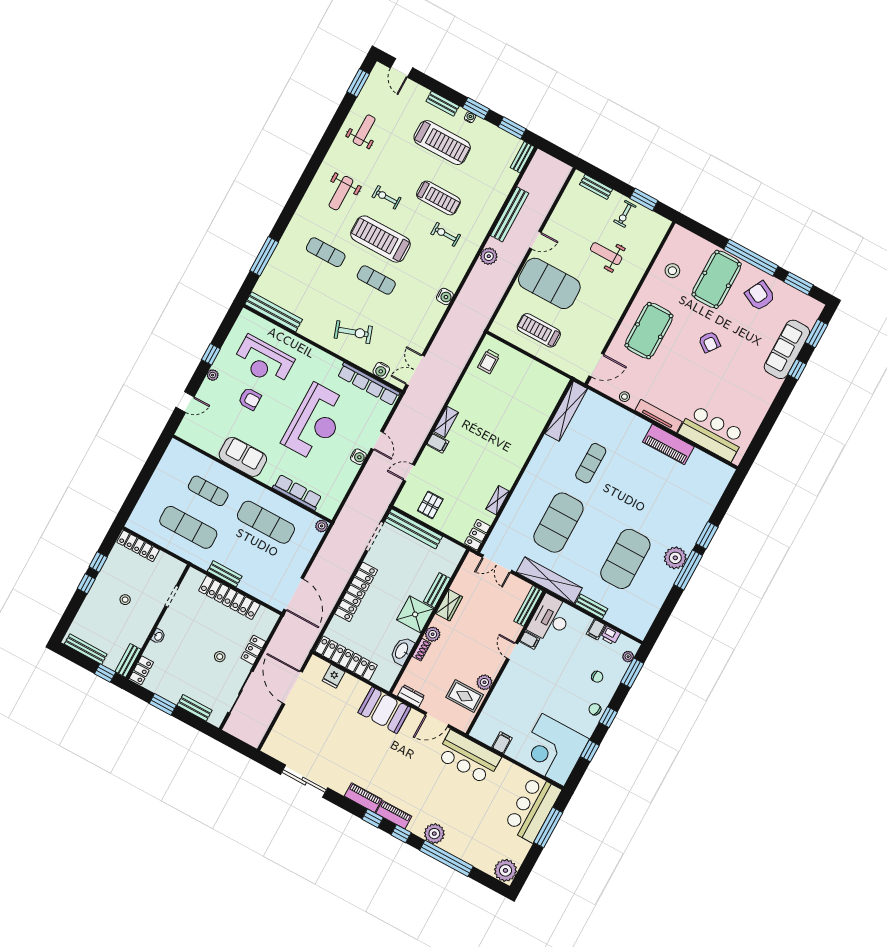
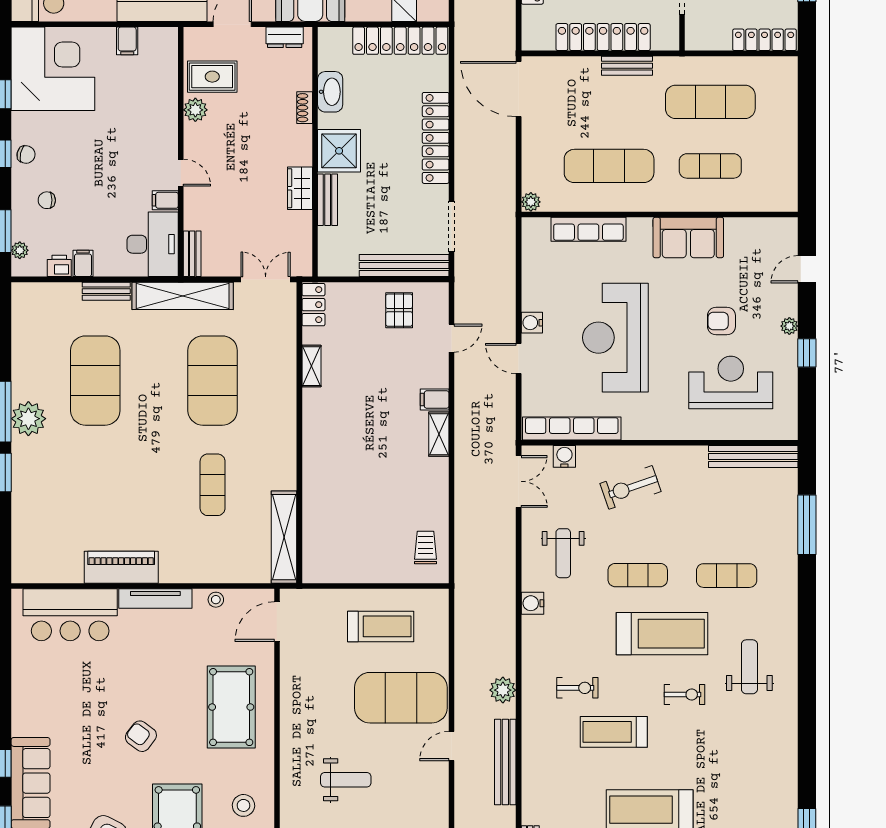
weight bench: (364, 130) -> (563, 553), moved
bench: (528, 606) -> (192, 254), width x0.73
plant: (433, 634) -> (301, 137), removed

